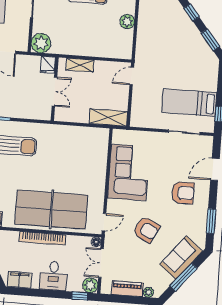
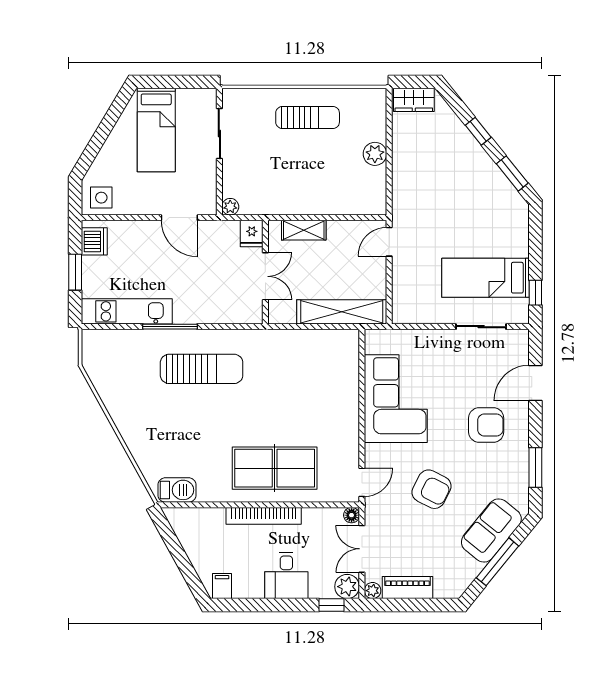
plant: (41, 43) -> (230, 207), width x0.53, depth x0.53
shelving: (108, 118) -> (342, 312), width x1.47
table tennis table: (51, 209) -> (275, 468), width x0.73, depth x0.76
filing cabinet: (19, 280) -> (222, 586), width x0.50
plant: (148, 292) -> (373, 591), moved

